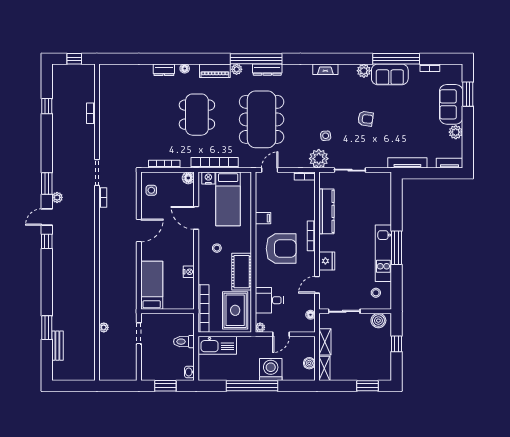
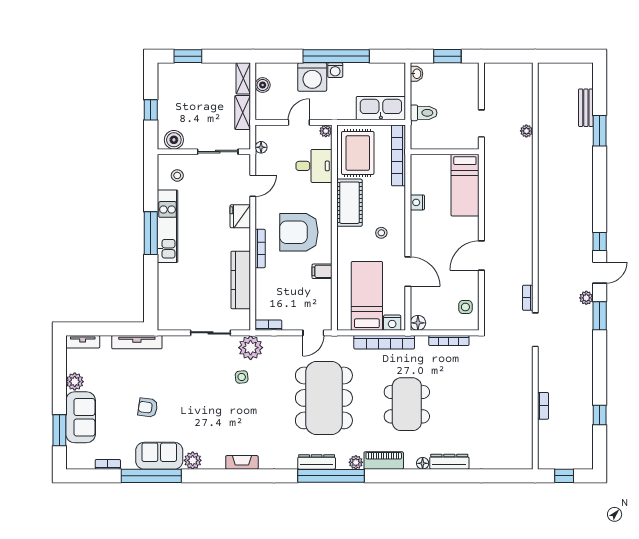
dresser: (164, 70) -> (449, 462), width x1.44
armchair: (366, 119) -> (148, 408), moved
washing machine: (253, 375) -> (335, 70), added

